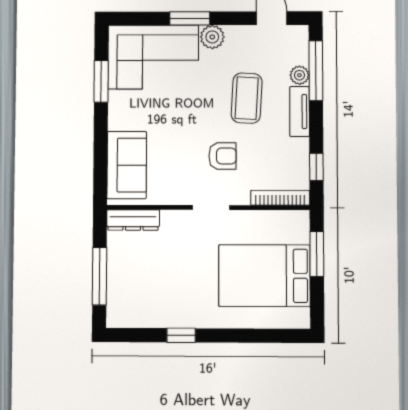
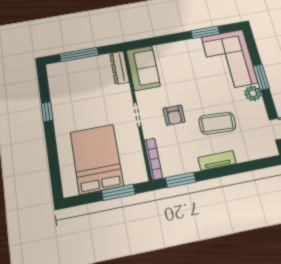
window: (316, 71) -> (249, 166), removed
plant: (299, 75) -> (242, 156), removed
sofa: (127, 165) -> (143, 68), moved, turned -90
window: (316, 167) -> (181, 180), width x1.50

